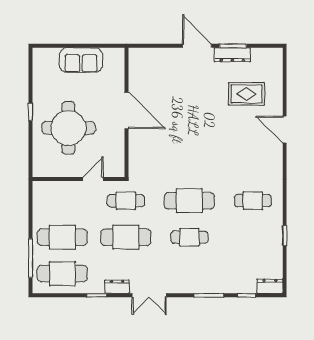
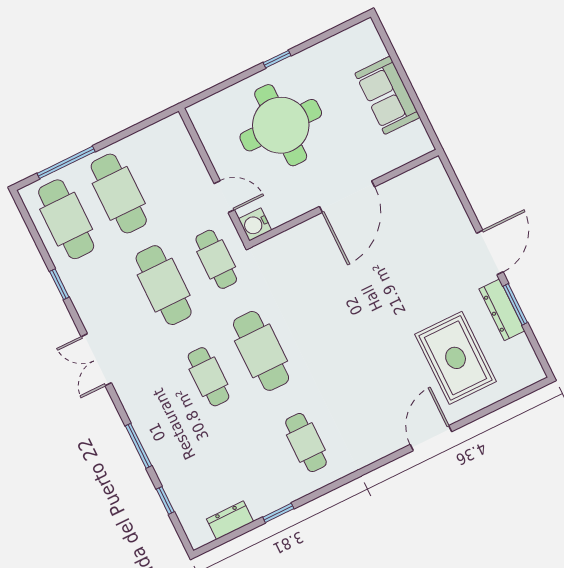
rug: (247, 94) -> (456, 358), width x1.36, depth x1.43
water cooler: (117, 169) -> (255, 224), added
dresser: (270, 286) -> (230, 520), moved, turned -90
dresser: (117, 287) -> (86, 307), removed

